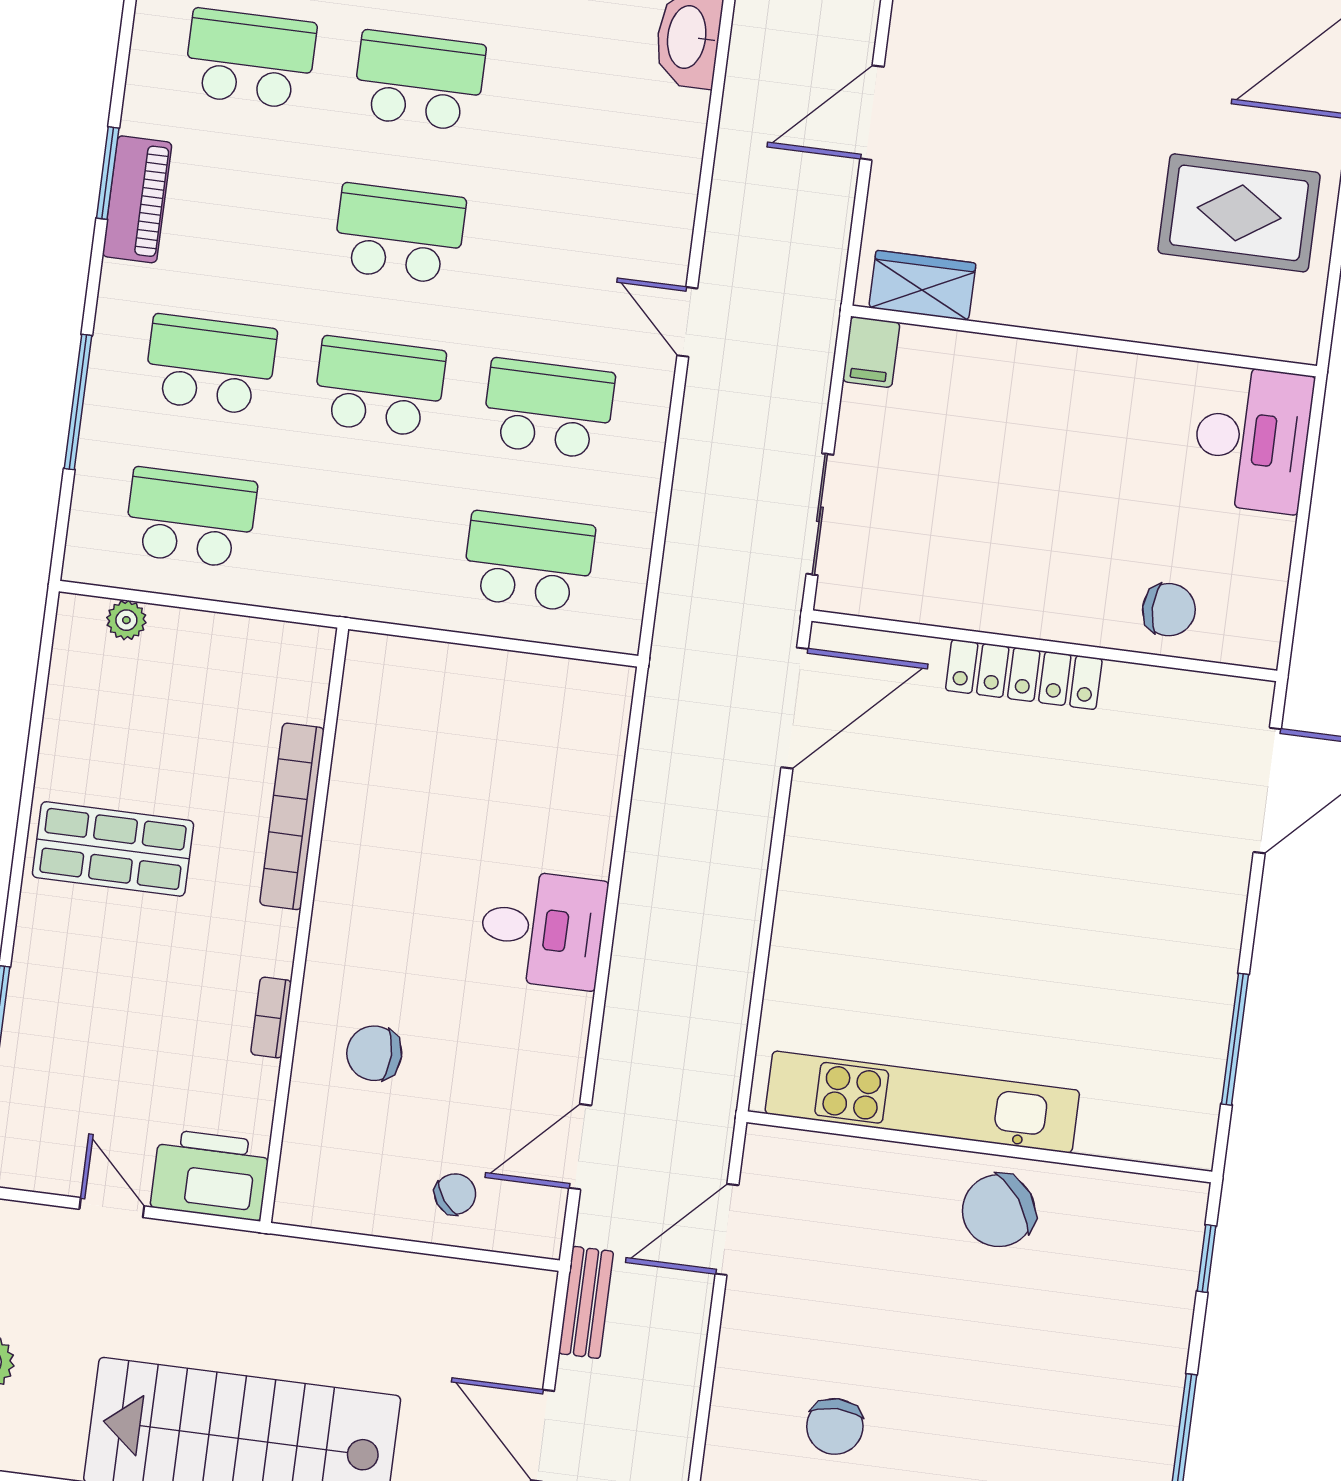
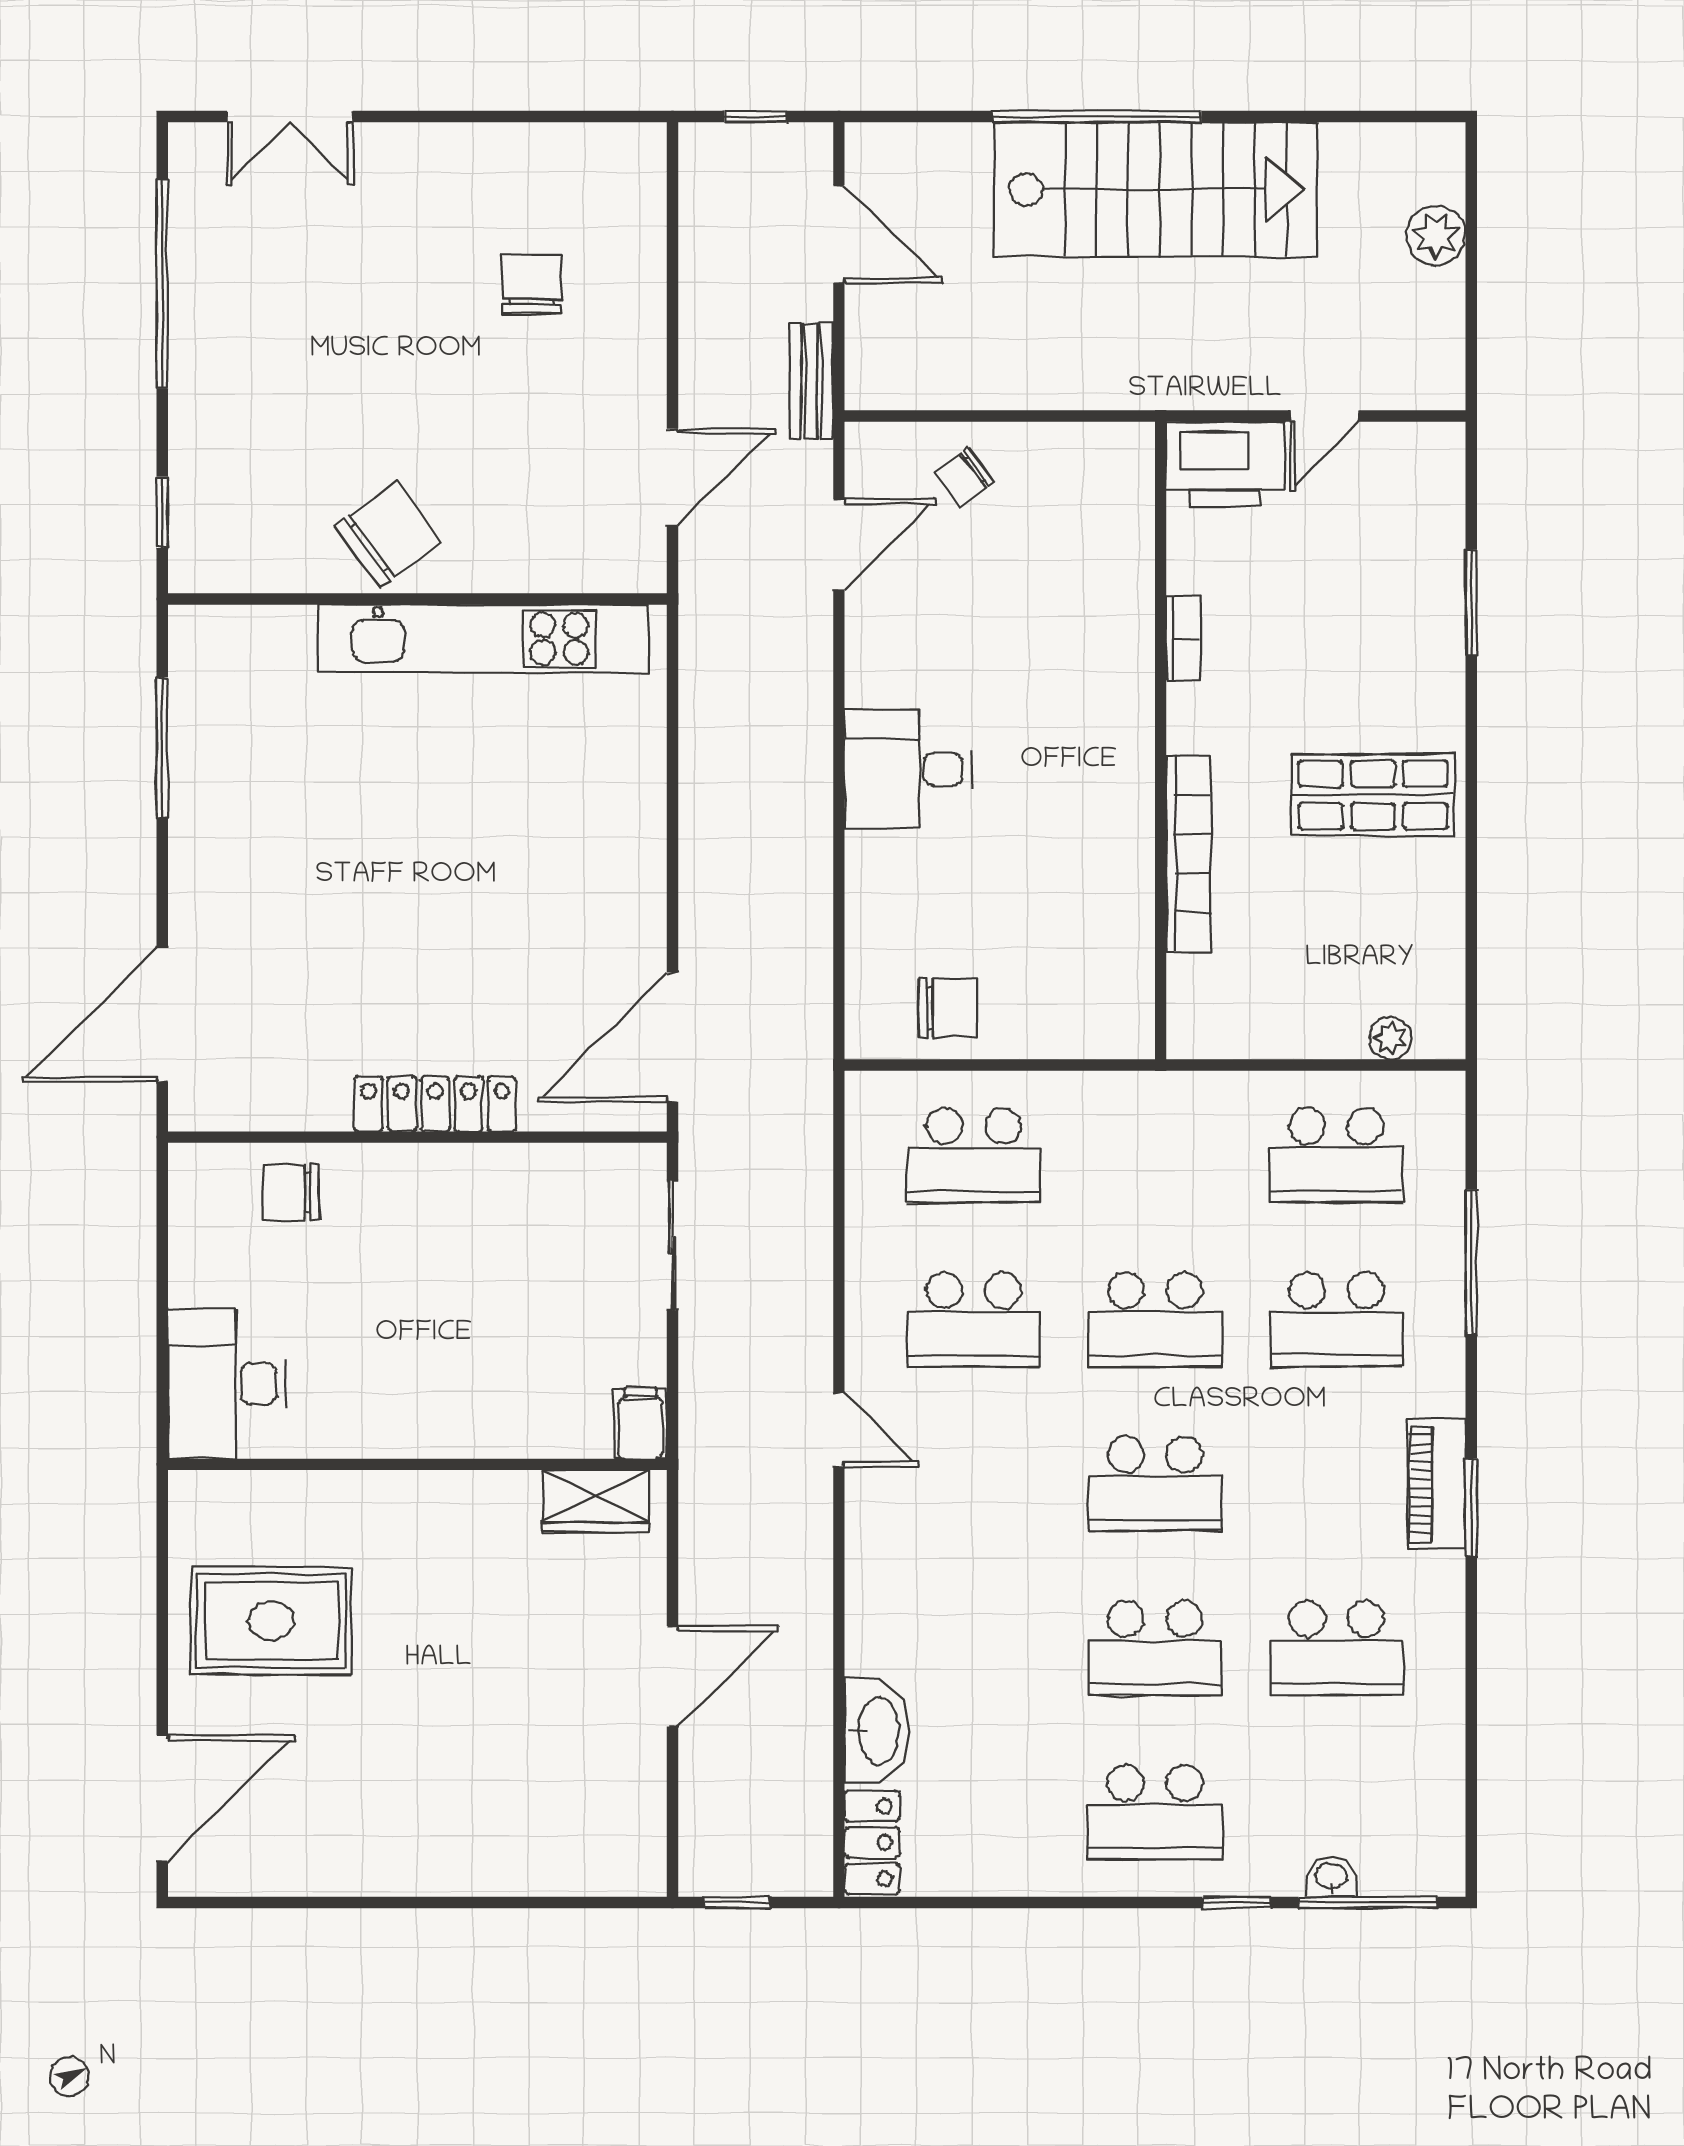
chair: (374, 1053) -> (948, 1008), moved
door: (112, 1208) -> (1325, 416), hinge flipped

